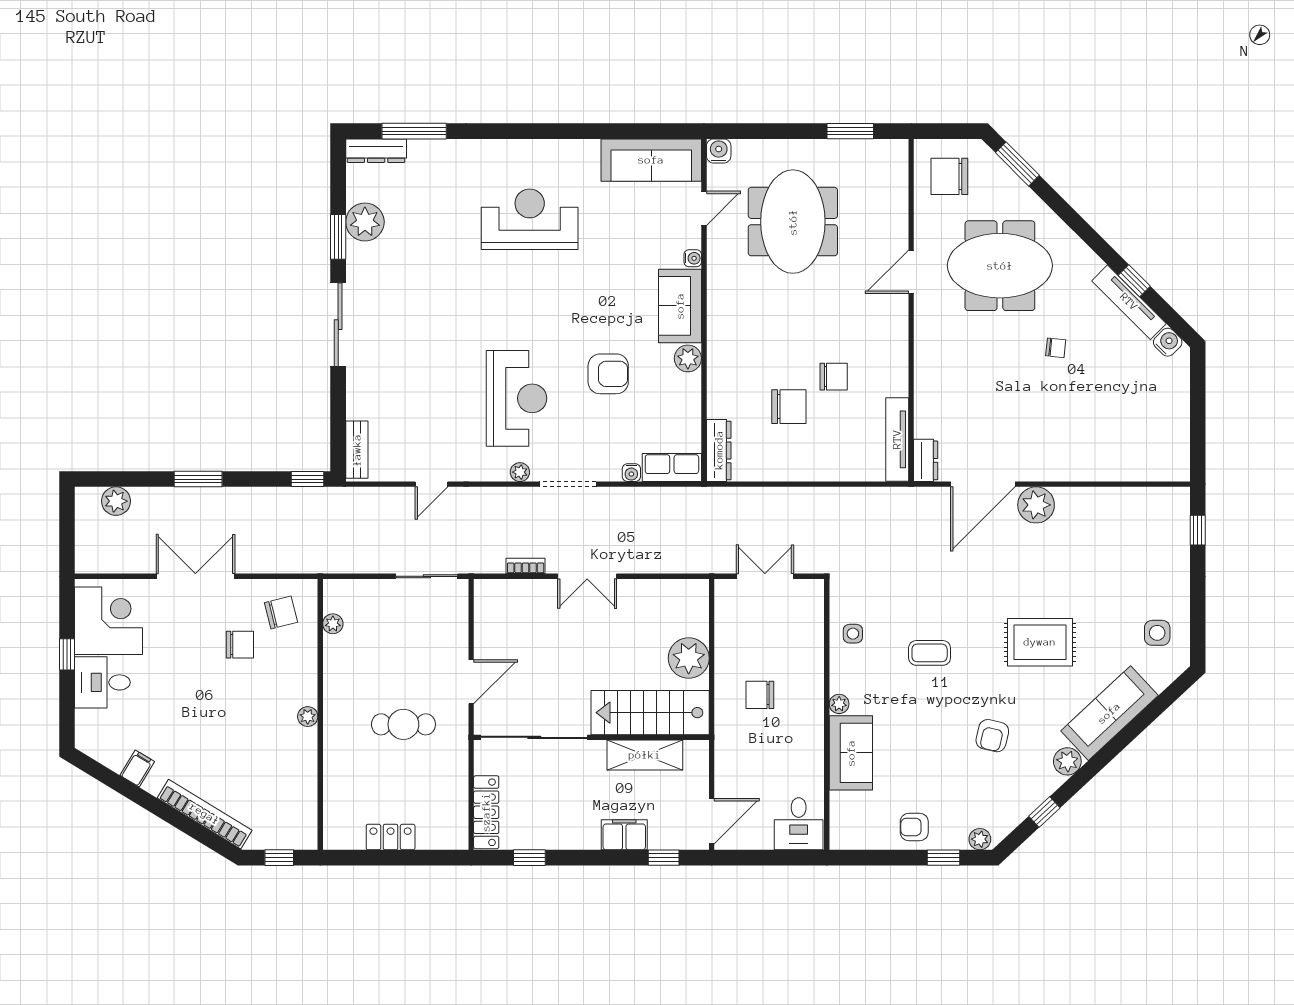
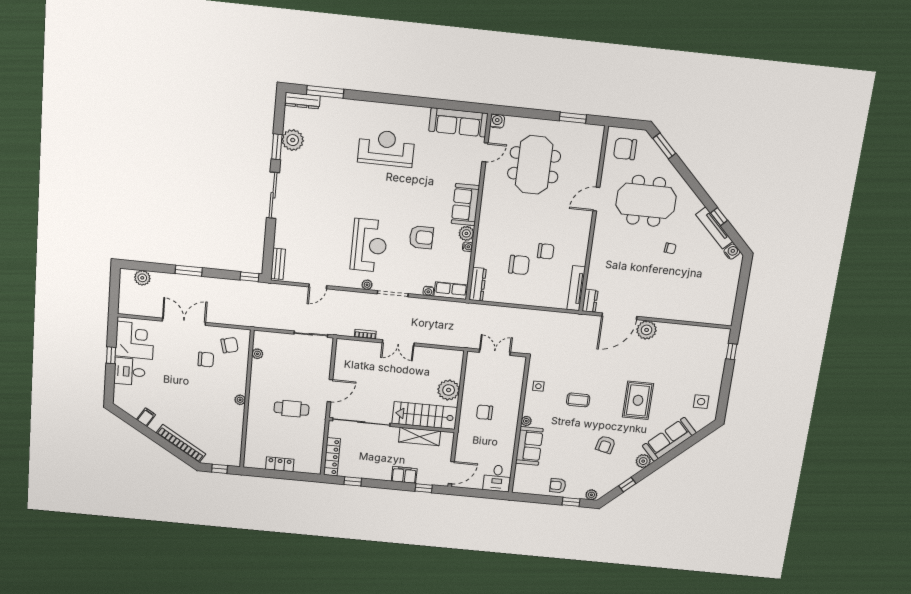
water cooler: (693, 258) -> (468, 247), moved
rug: (1040, 642) -> (638, 400), turned 90

